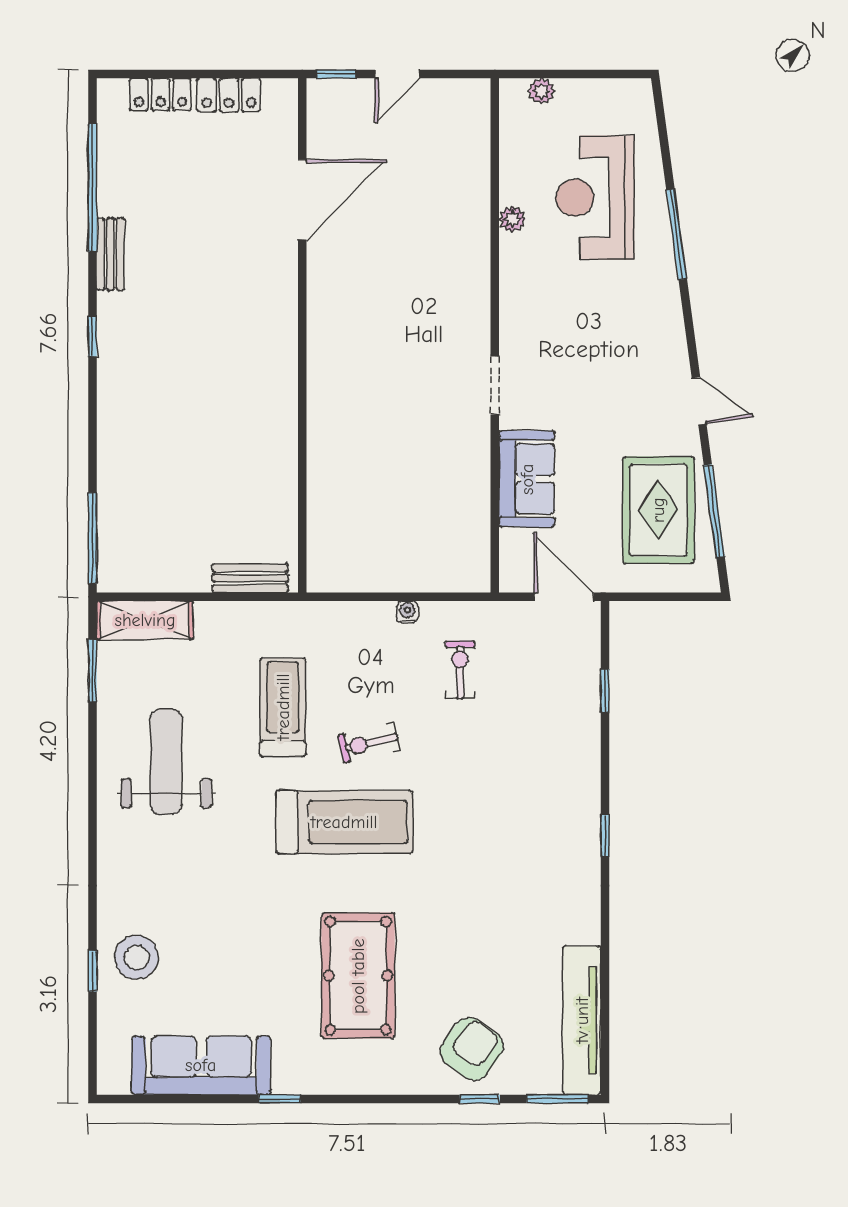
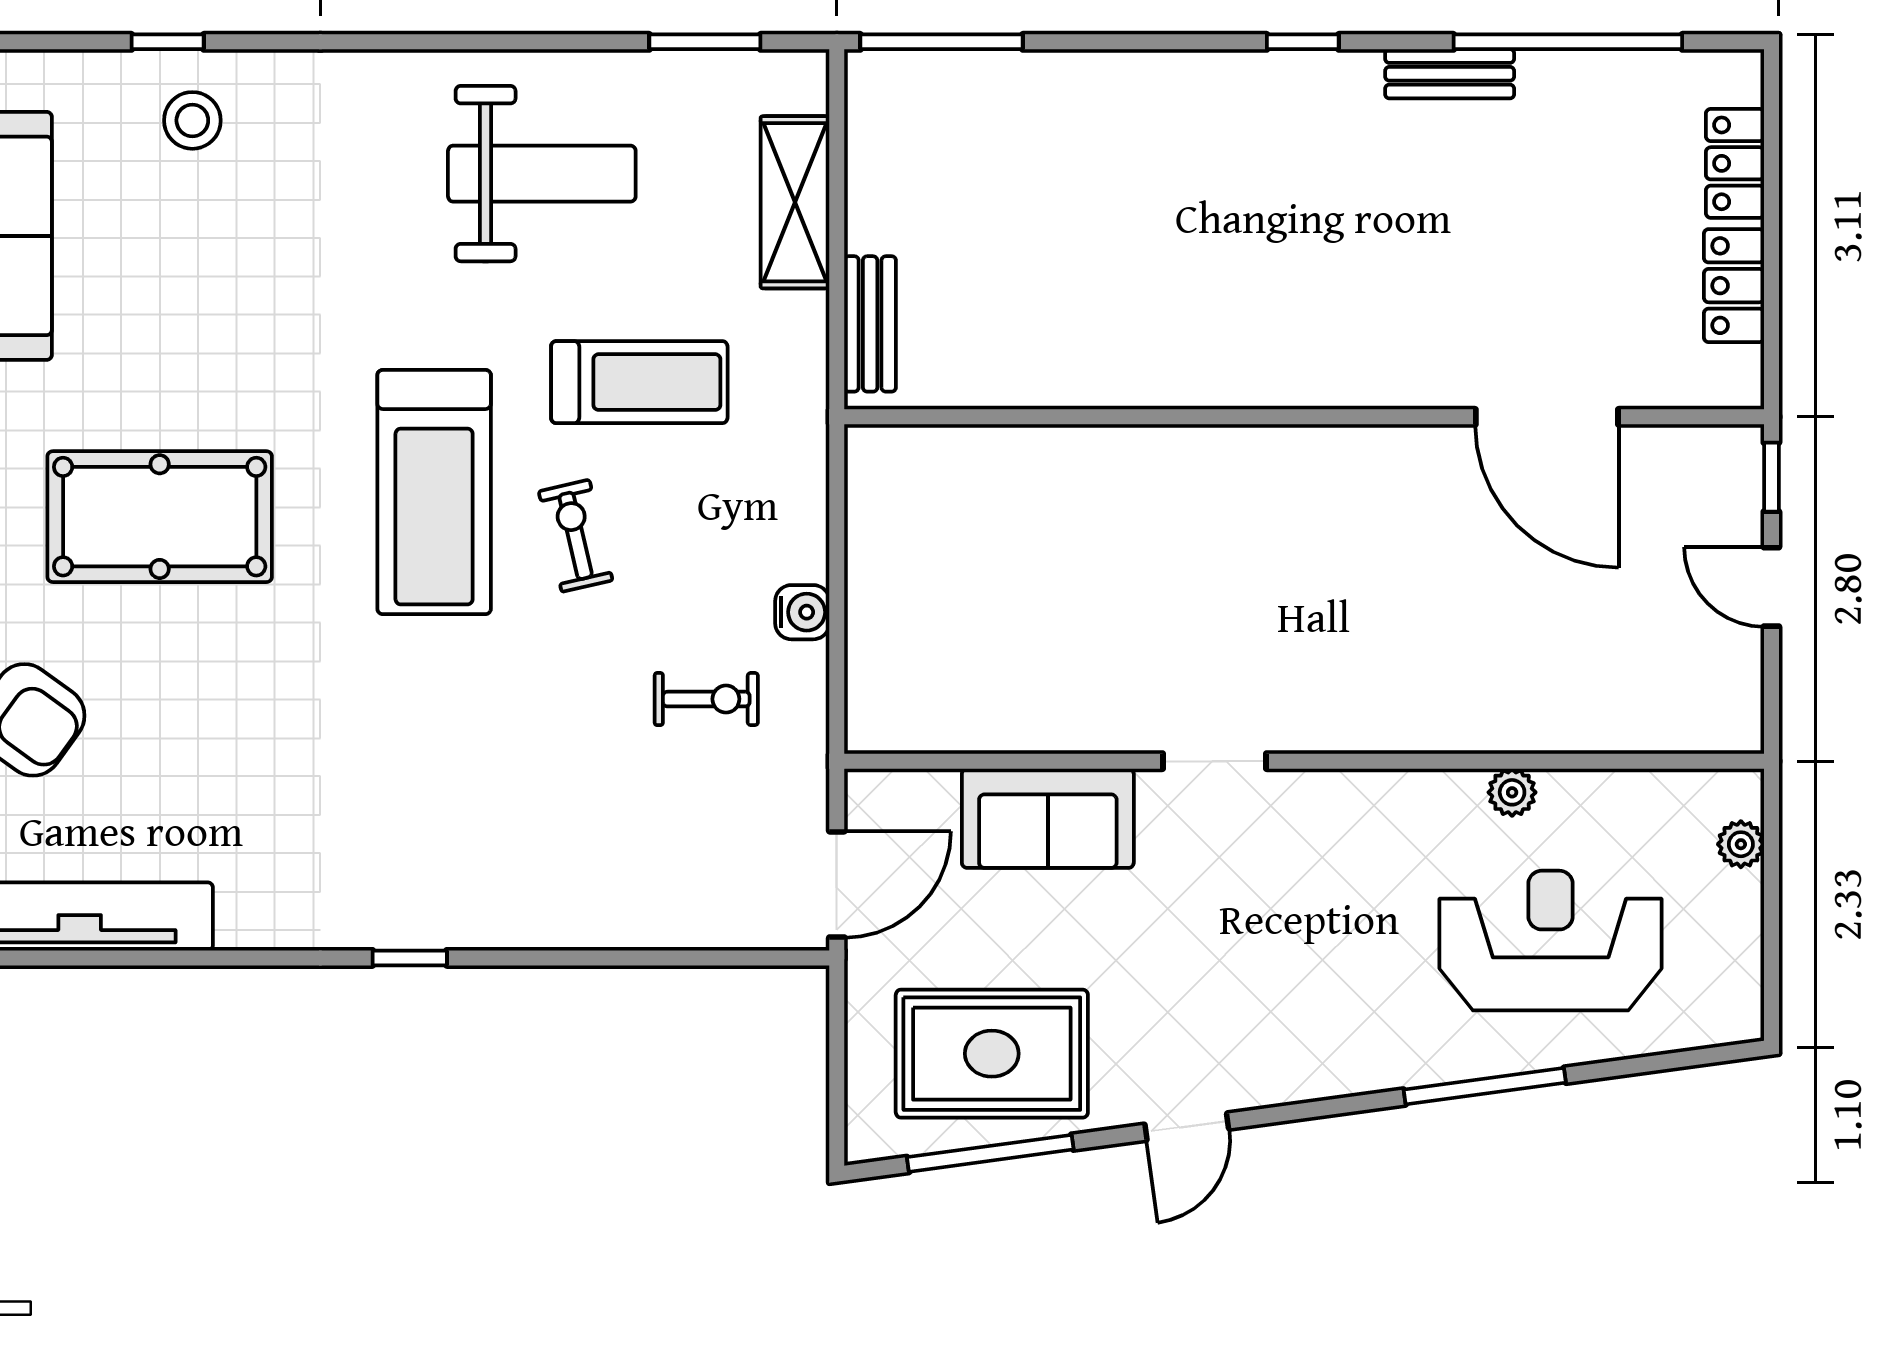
water cooler: (407, 612) -> (802, 612), width x1.38, depth x1.38
shelving: (145, 620) -> (795, 202), moved
window: (605, 691) -> (669, 958), removed
stool: (136, 957) -> (192, 120), width x0.73, depth x0.73

